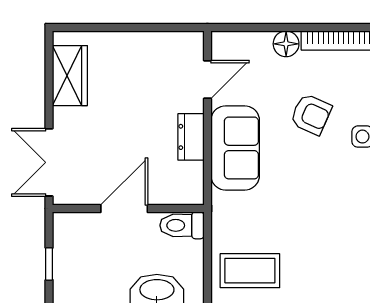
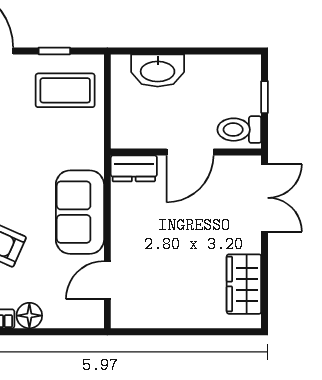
dresser: (191, 137) -> (134, 168), moved, turned 90
toilet: (182, 225) -> (239, 130), moved, turned 180

